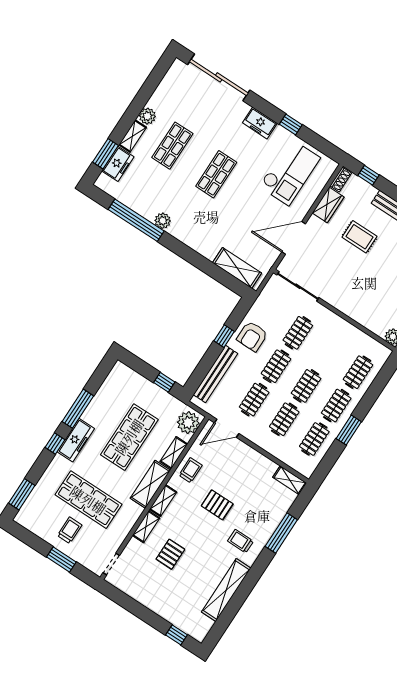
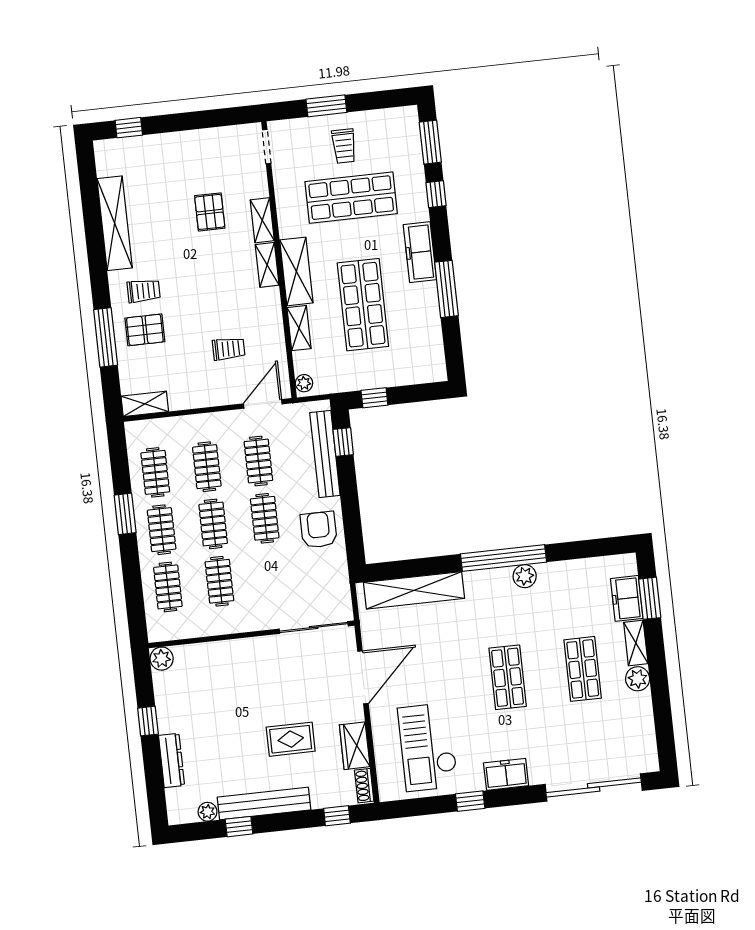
window: (136, 220) -> (503, 558), moved
shelving: (237, 268) -> (414, 590), width x1.47
clothes rail: (298, 333) -> (219, 581), moved
window: (224, 336) -> (343, 442), moved
plant: (188, 423) -> (304, 383), width x0.53, depth x0.53
window: (55, 443) -> (436, 194), moved
trolley: (190, 470) -> (229, 349), moved, turned -90
pallet: (217, 505) -> (145, 330), moved

